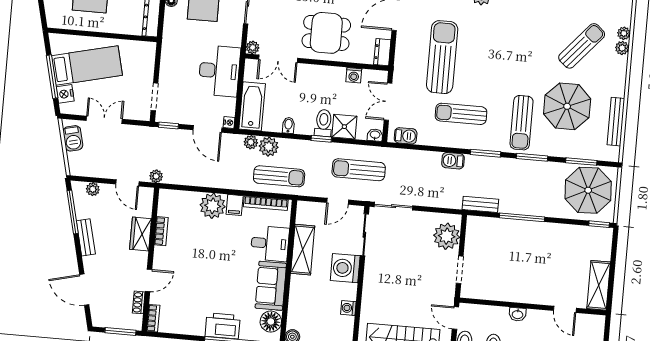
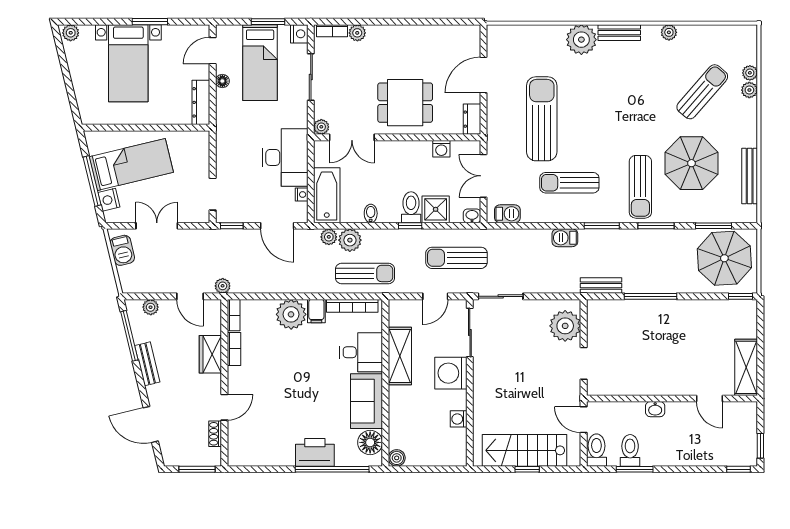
nightstand: (229, 123) -> (302, 195), moved
bookcase: (153, 318) -> (234, 315), moved

